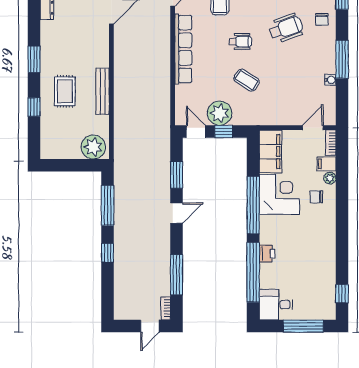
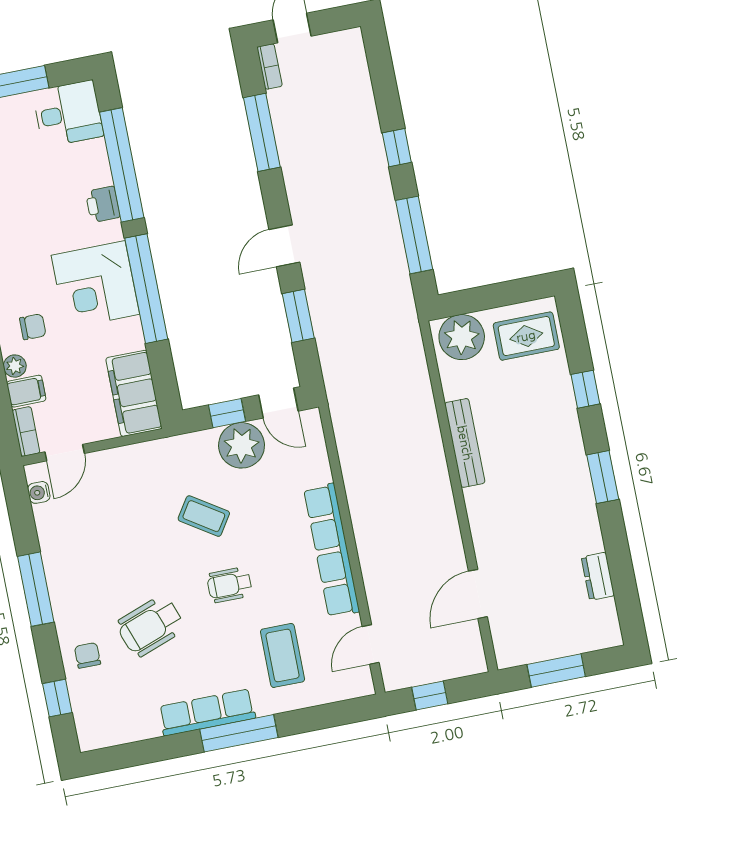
water cooler: (330, 80) -> (39, 492), moved
rug: (65, 91) -> (526, 336), moved, turned 90
corner desk: (279, 194) -> (95, 285), moved

